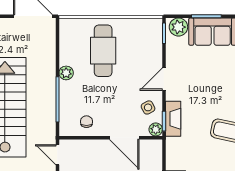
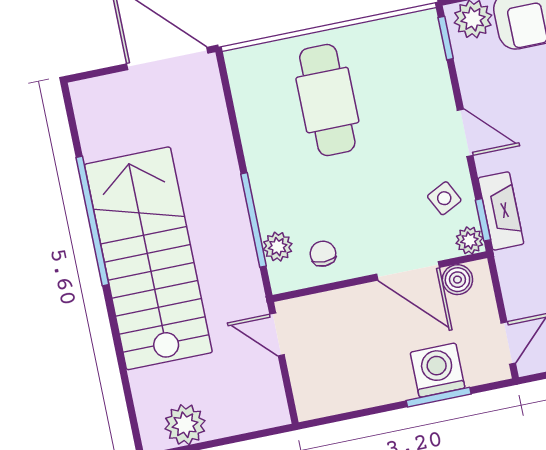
plant: (66, 73) -> (278, 247), moved
door: (164, 79) -> (465, 133), swing flipped
boiler: (146, 146) -> (457, 280), added

